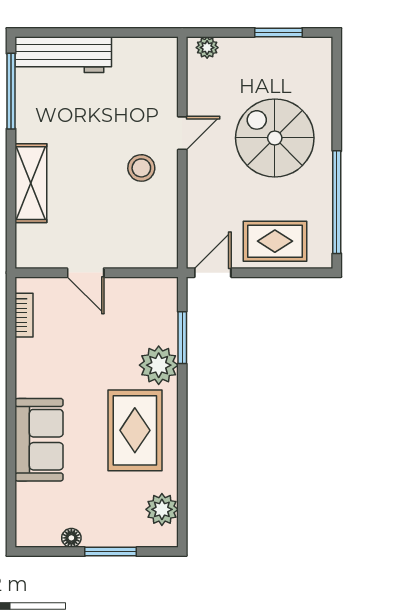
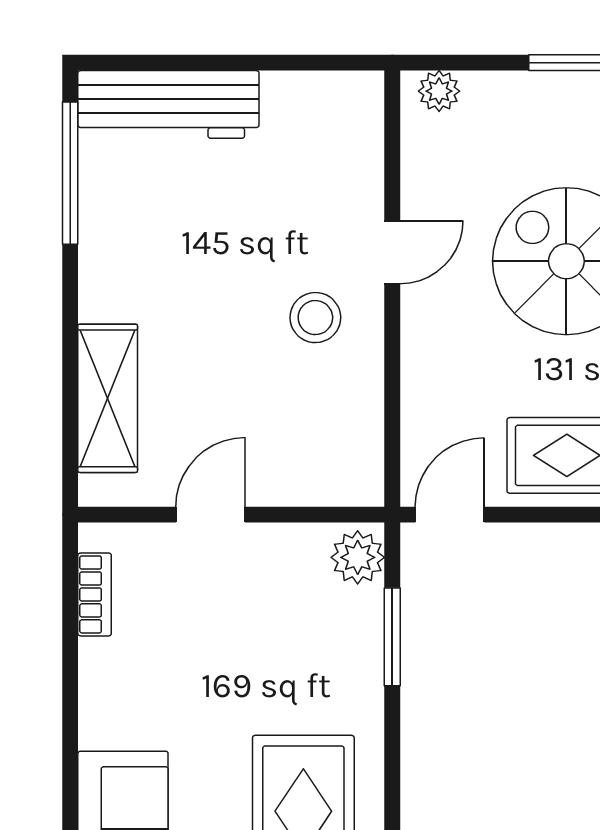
shelving: (31, 183) -> (108, 398), moved
door: (86, 273) -> (210, 515), swing flipped
plant: (159, 365) -> (358, 557), moved, width x0.73, depth x0.73

